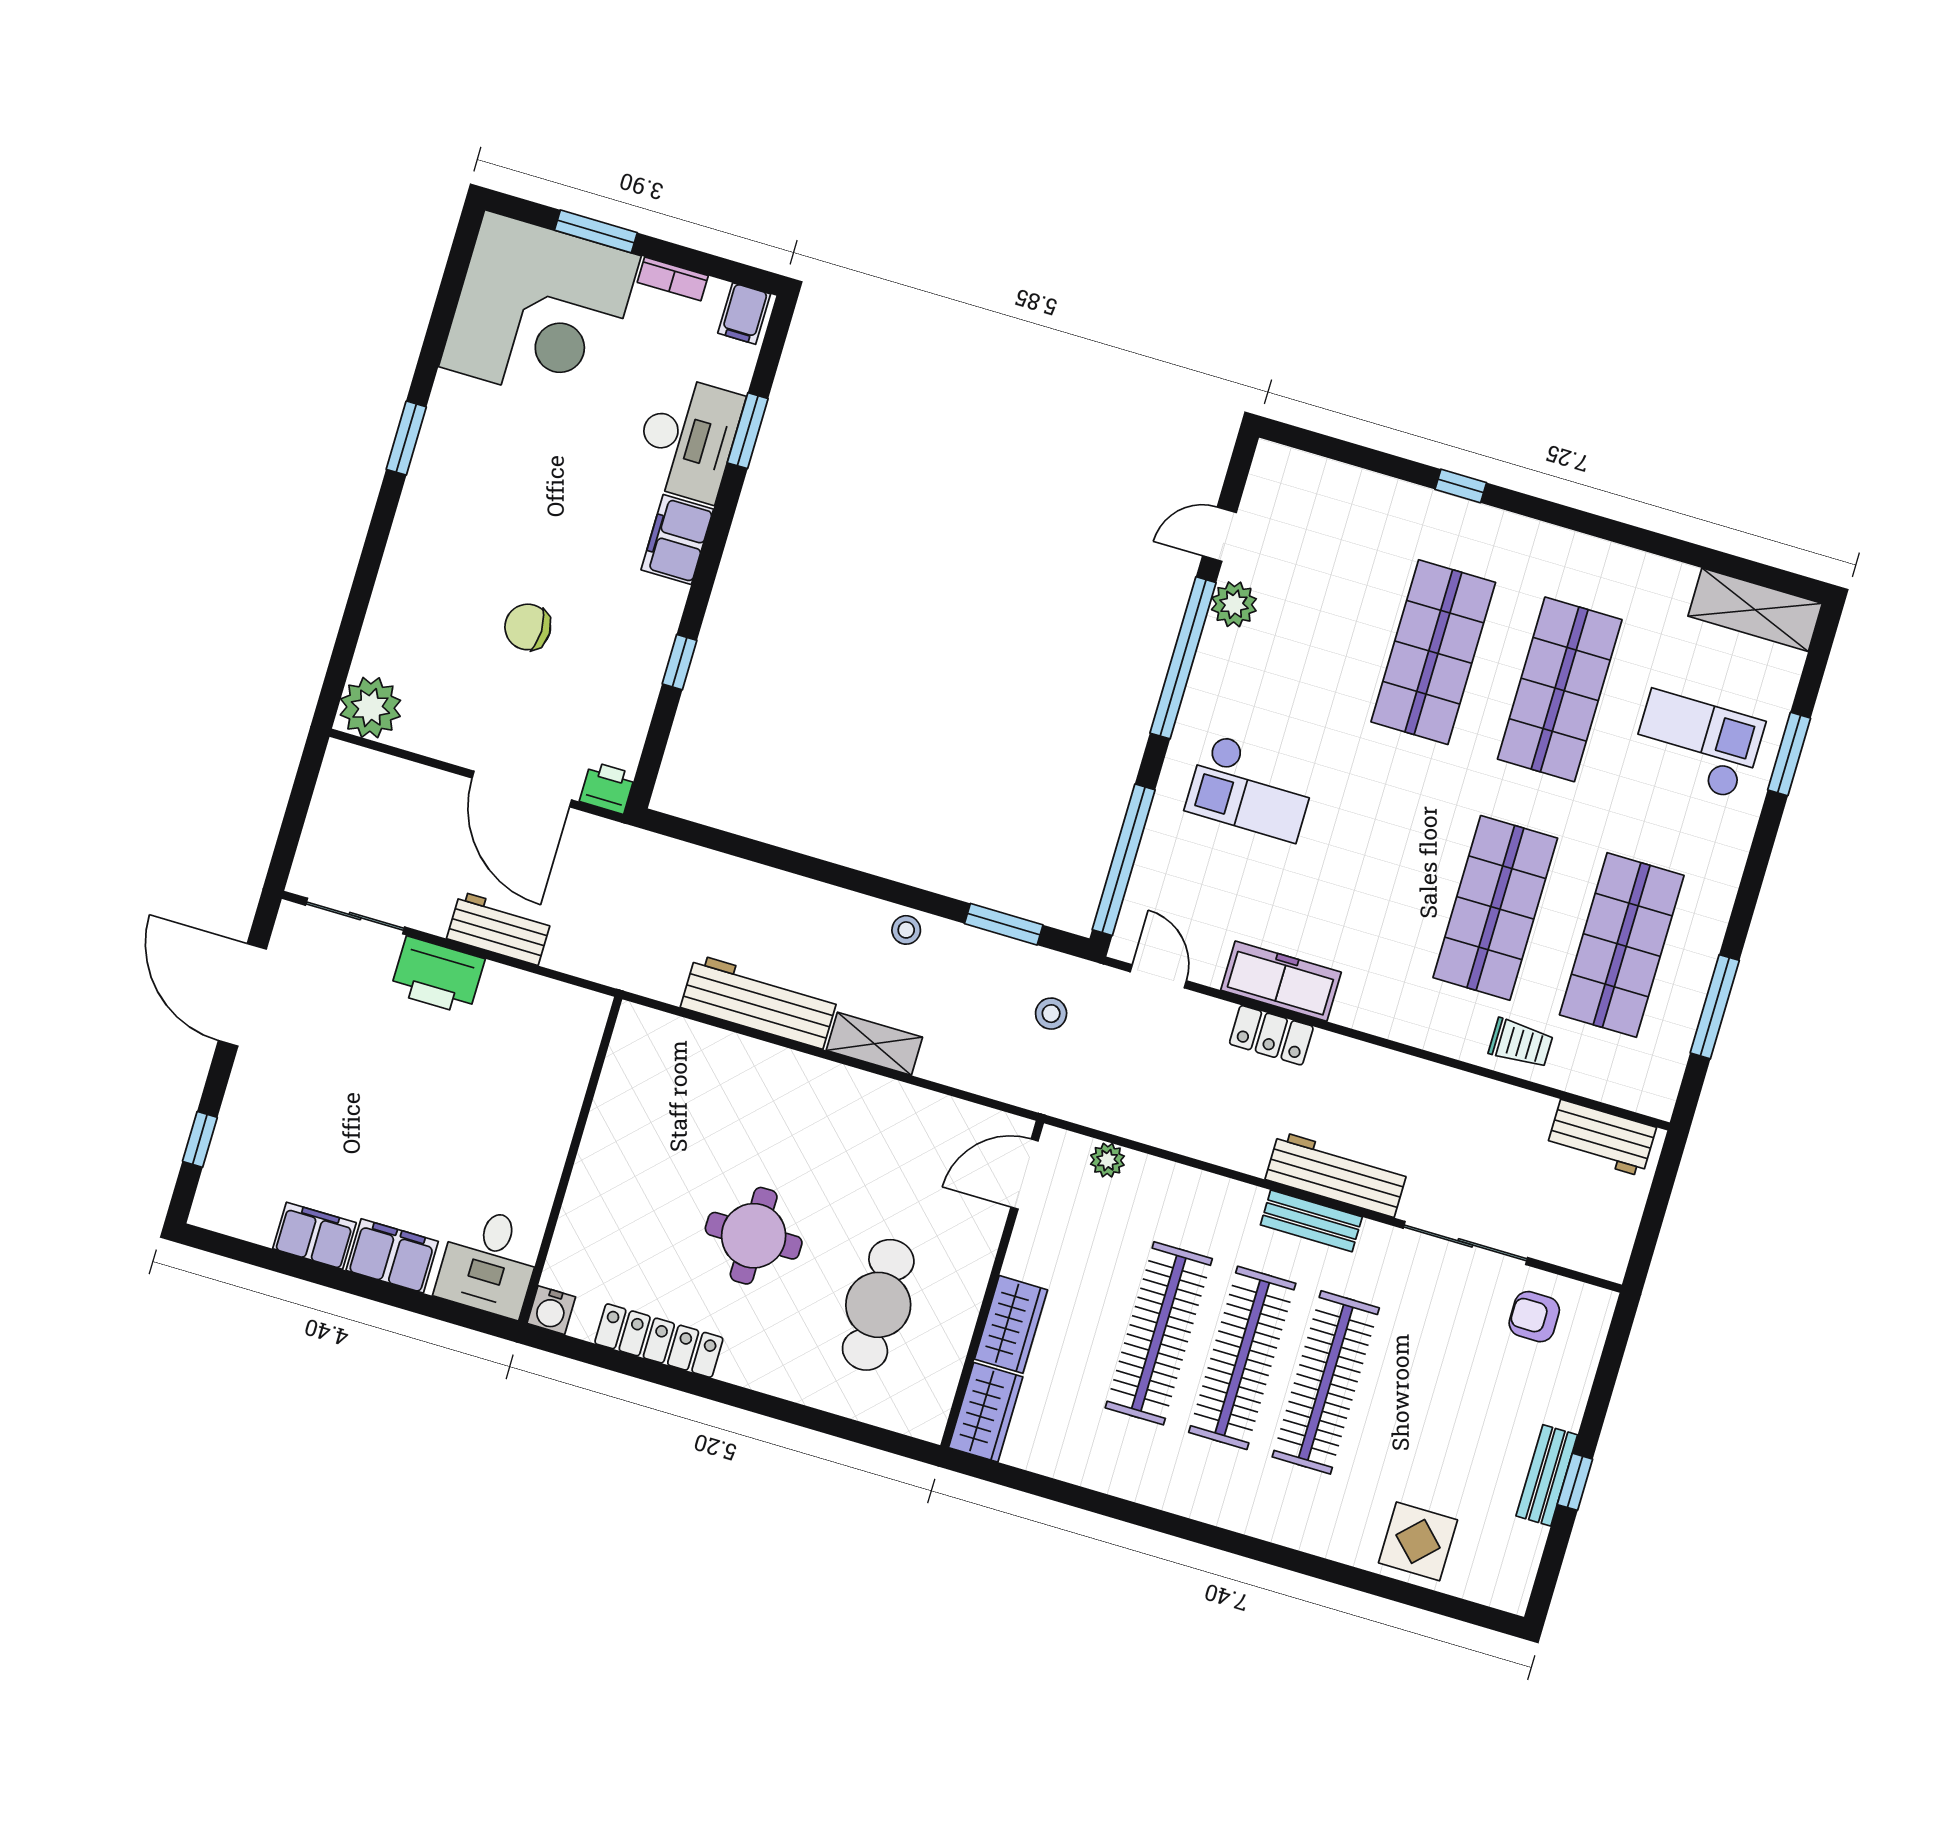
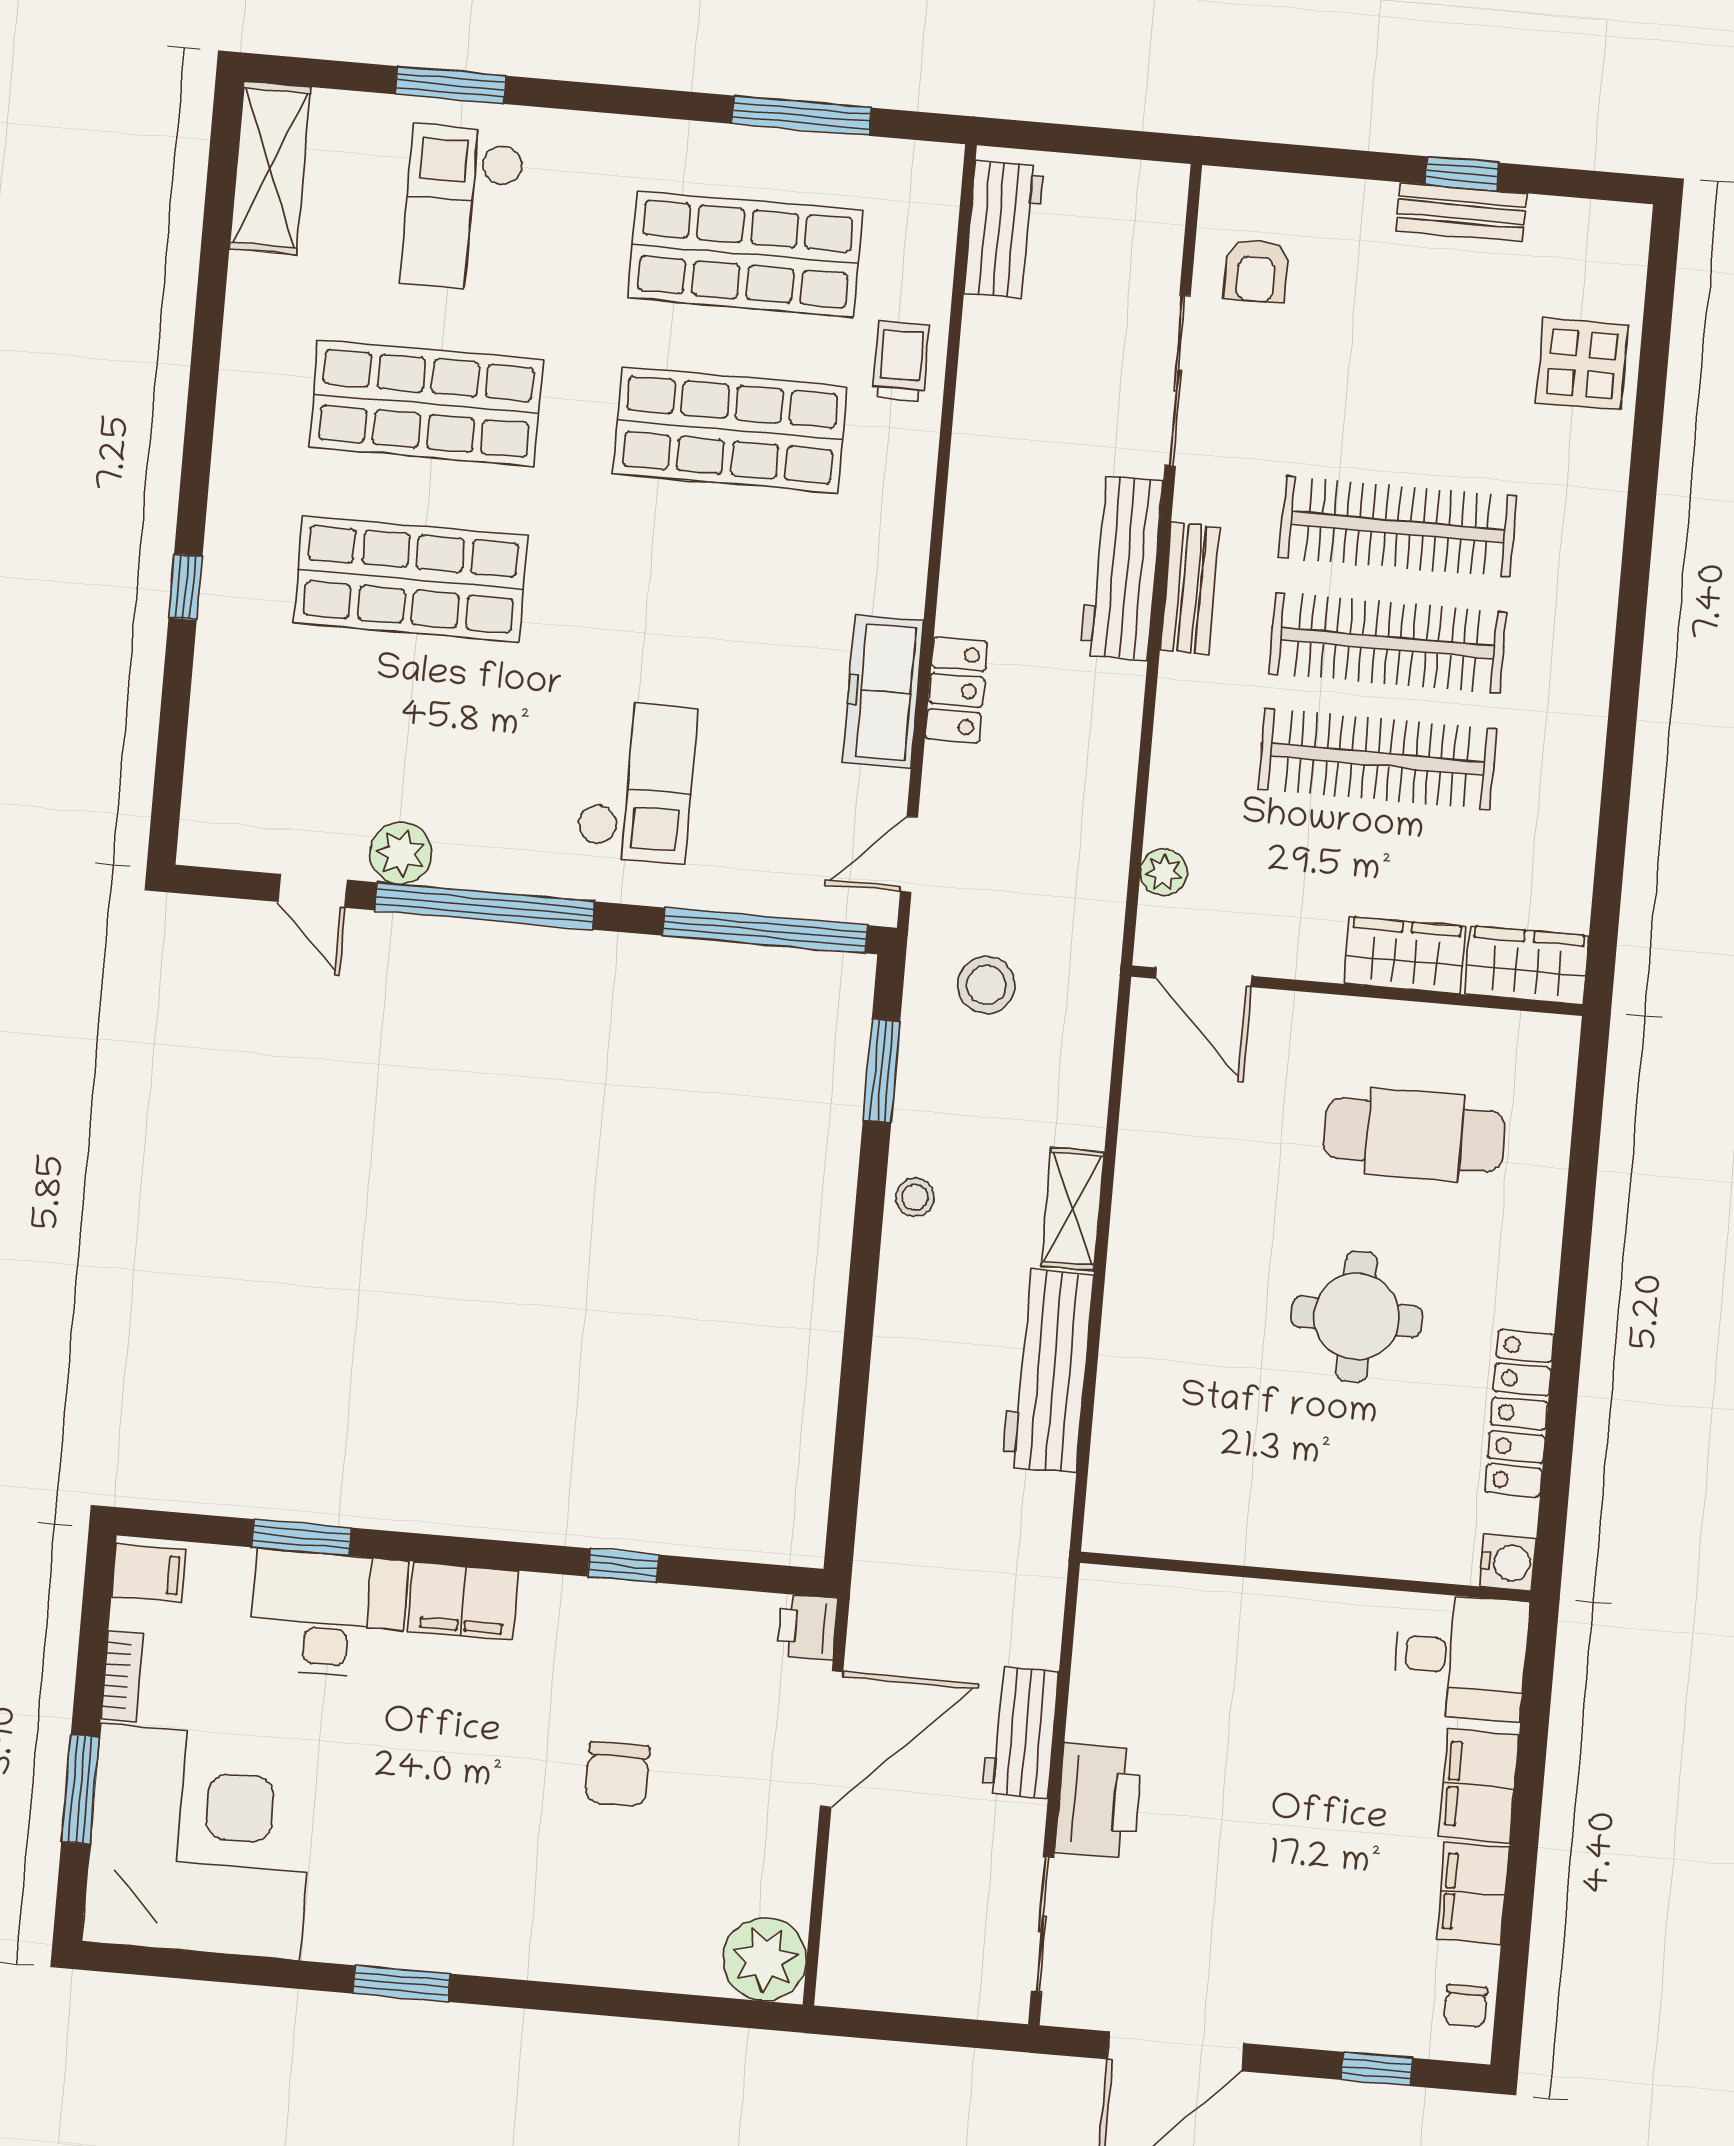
stool: (1051, 1014) -> (986, 985), width x1.37, depth x1.37
chair: (233, 1214) -> (1466, 2006), added

